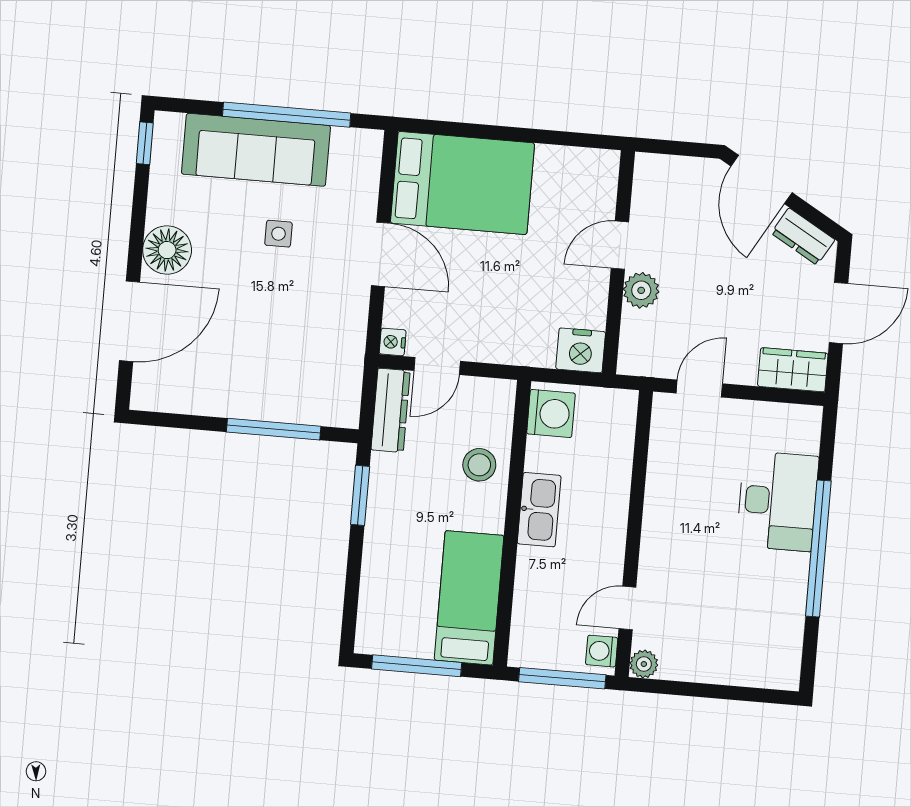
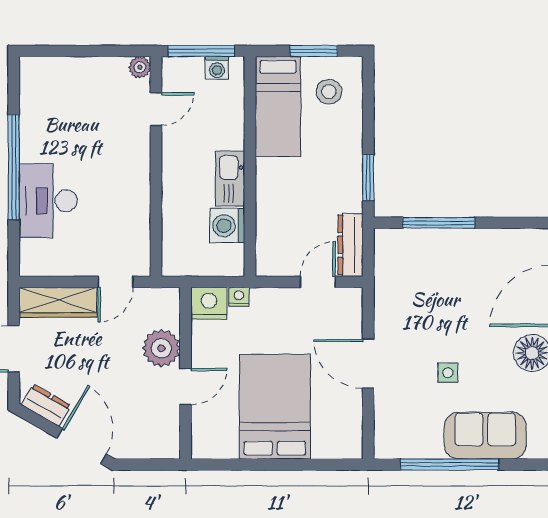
sofa: (256, 150) -> (485, 436), width x0.73
bed: (462, 183) -> (275, 407), moved, turned 90
plant: (641, 290) -> (161, 348), width x1.36, depth x1.36
nightstand: (393, 342) -> (239, 297), moved, turned -90
wardrobe: (793, 370) -> (58, 302), width x1.50
washing machine: (551, 413) -> (227, 226), moved
stool: (479, 465) -> (329, 92), moved
washing machine: (602, 651) -> (217, 68), moved, turned 90
window: (417, 666) -> (314, 51), width x0.69

